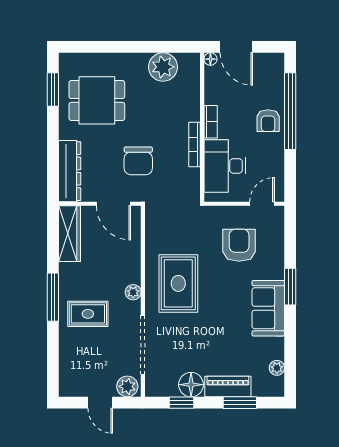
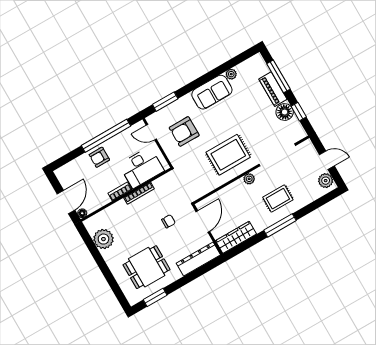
dining table: (97, 100) -> (147, 267), turned 90
window: (290, 111) -> (106, 136), moved
armchair: (268, 121) -> (99, 157), turned 180
chair: (138, 161) -> (168, 221), width x0.54, depth x0.54
window: (290, 287) -> (165, 102), moved
rug: (88, 314) -> (278, 199), turned 90
plant: (277, 368) -> (231, 74), moved
plant: (127, 386) -> (326, 181), moved
door: (100, 403) -> (327, 160), hinge flipped
window: (240, 403) -> (278, 76), width x1.44

